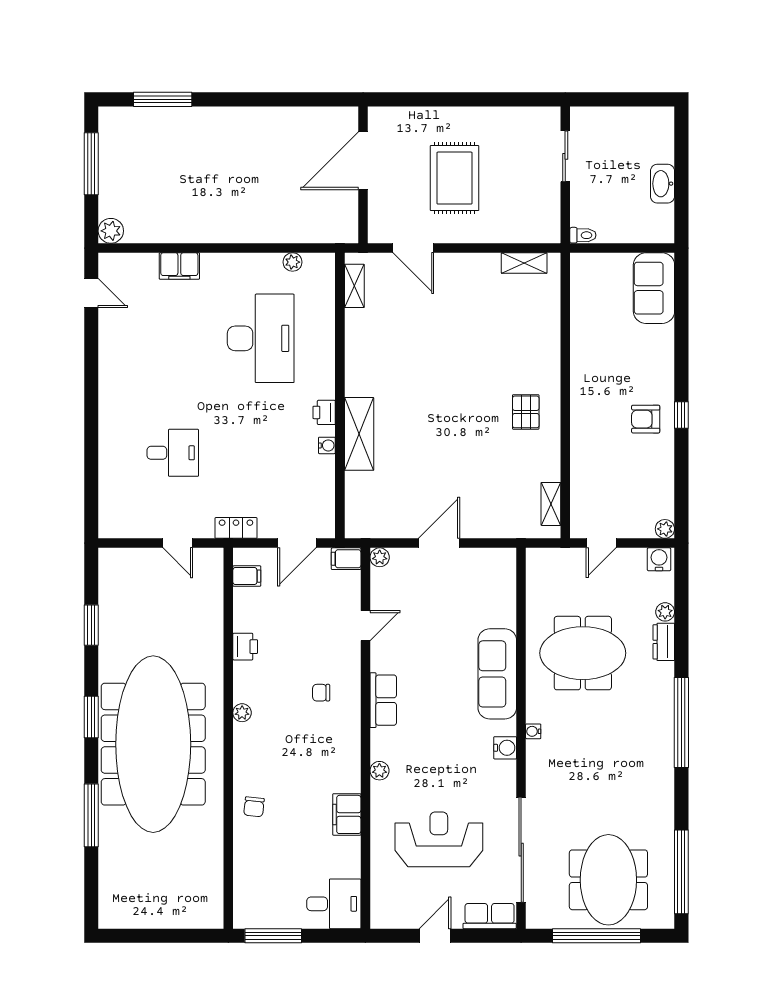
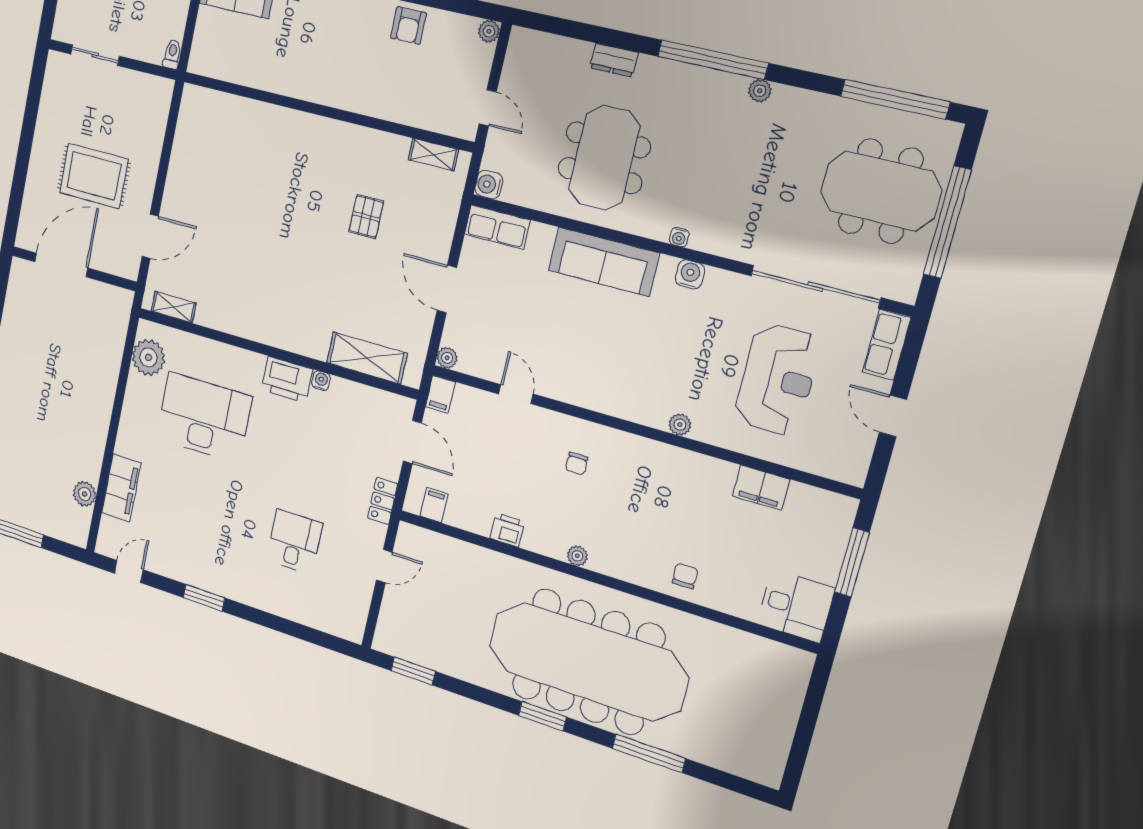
door: (363, 161) -> (61, 265), swing flipped
plant: (111, 231) -> (85, 494), moved
plant: (293, 262) -> (148, 357), width x1.88, depth x1.88
shelving: (524, 263) -> (187, 124), removed
filing cabinet: (179, 266) -> (121, 488), width x1.50, depth x1.17
window: (91, 375) -> (204, 598), added
printer: (324, 412) -> (287, 379), width x1.87, depth x1.48
pallet: (526, 412) -> (366, 216), moved, turned 90
armchair: (646, 419) -> (408, 26), moved
shelving: (359, 434) -> (367, 358), moved
water cooler: (659, 559) -> (489, 184), moved
plant: (665, 612) -> (760, 91), moved
window: (91, 625) -> (413, 671), moved
row of seats: (383, 700) -> (497, 227), moved, turned 180
chair: (254, 807) -> (685, 576), turned -96
filing cabinet: (347, 814) -> (761, 488), moved
reception desk: (439, 839) -> (777, 379), turned 180
desk: (334, 904) -> (796, 606), moved, turned 90
window: (273, 936) -> (852, 562), moved

